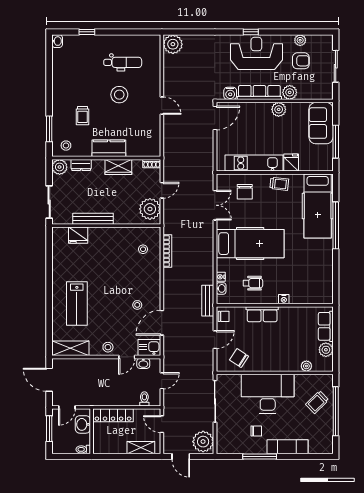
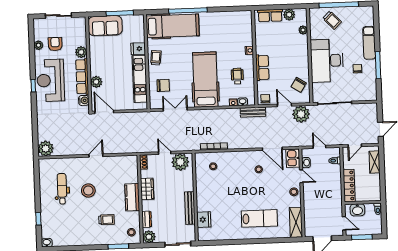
plant: (279, 109) -> (96, 82), moved
plant: (203, 442) -> (301, 114), moved

